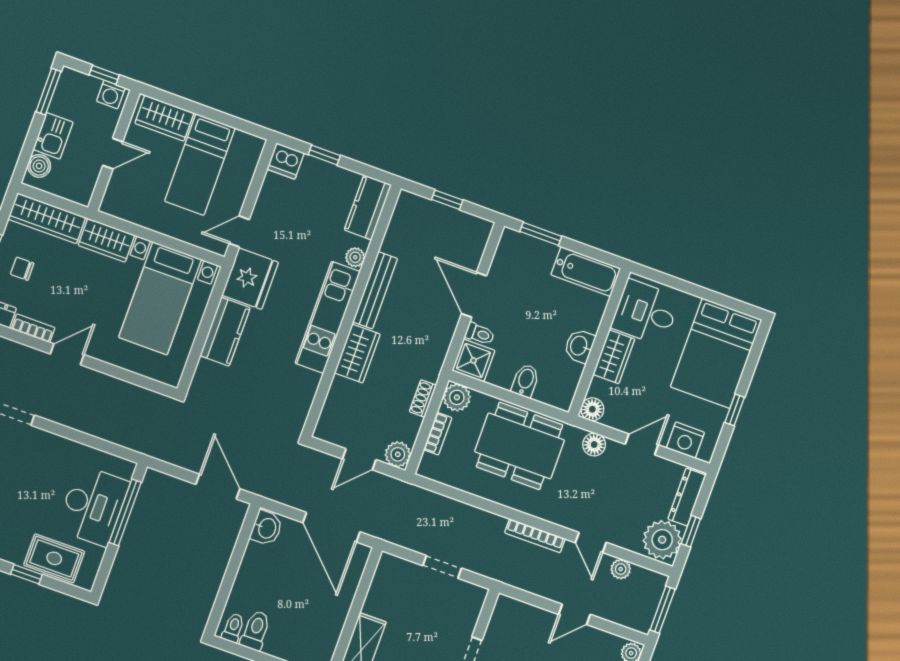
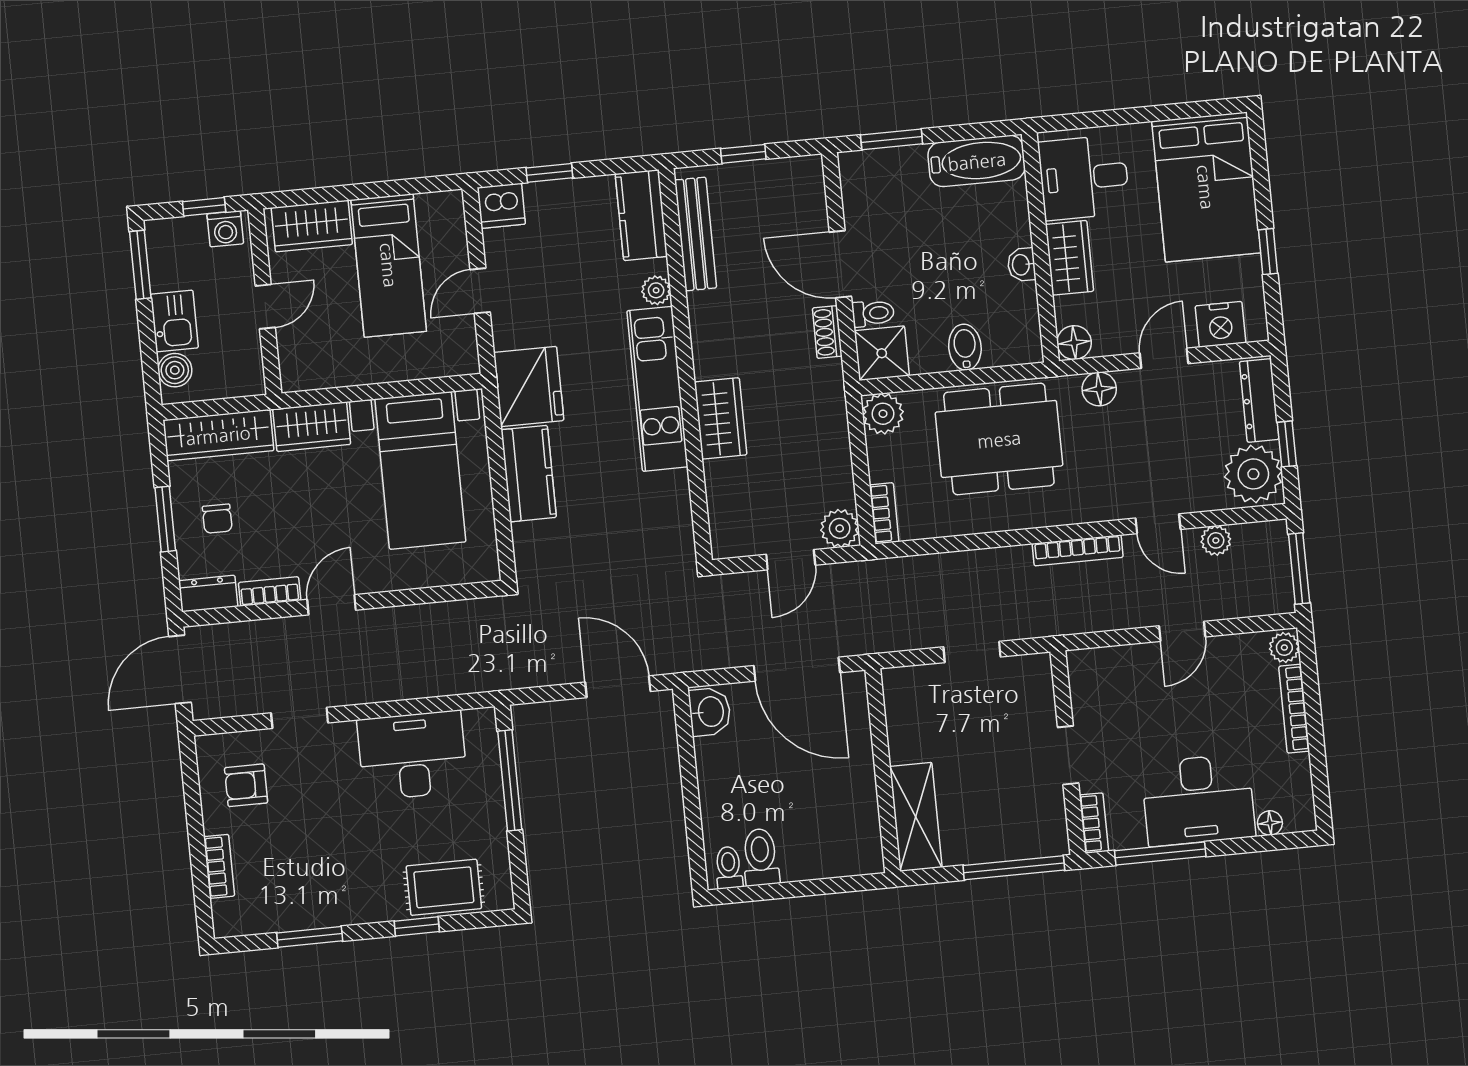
door: (239, 231) -> (480, 291), moved
chair: (22, 269) -> (217, 519), turned -90
bench: (375, 290) -> (695, 234), moved
washbasin: (579, 346) -> (1022, 265), width x0.72, depth x0.69
shoe rack: (423, 398) -> (827, 332), moved
bookcase: (438, 434) -> (884, 513), moved
desk: (93, 506) -> (413, 755), moved, turned -90

